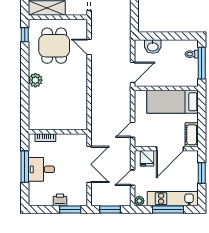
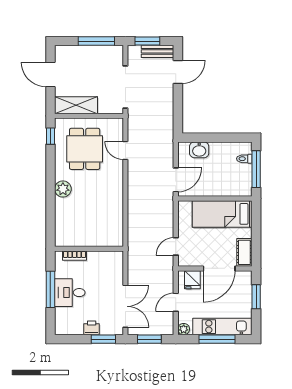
double door: (89, 164) -> (125, 306), moved

